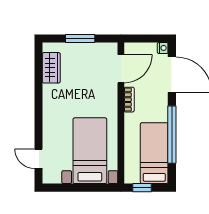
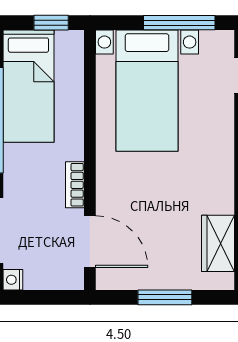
door: (121, 69) -> (90, 242), swing flipped
window: (72, 188) -> (179, 23), added

